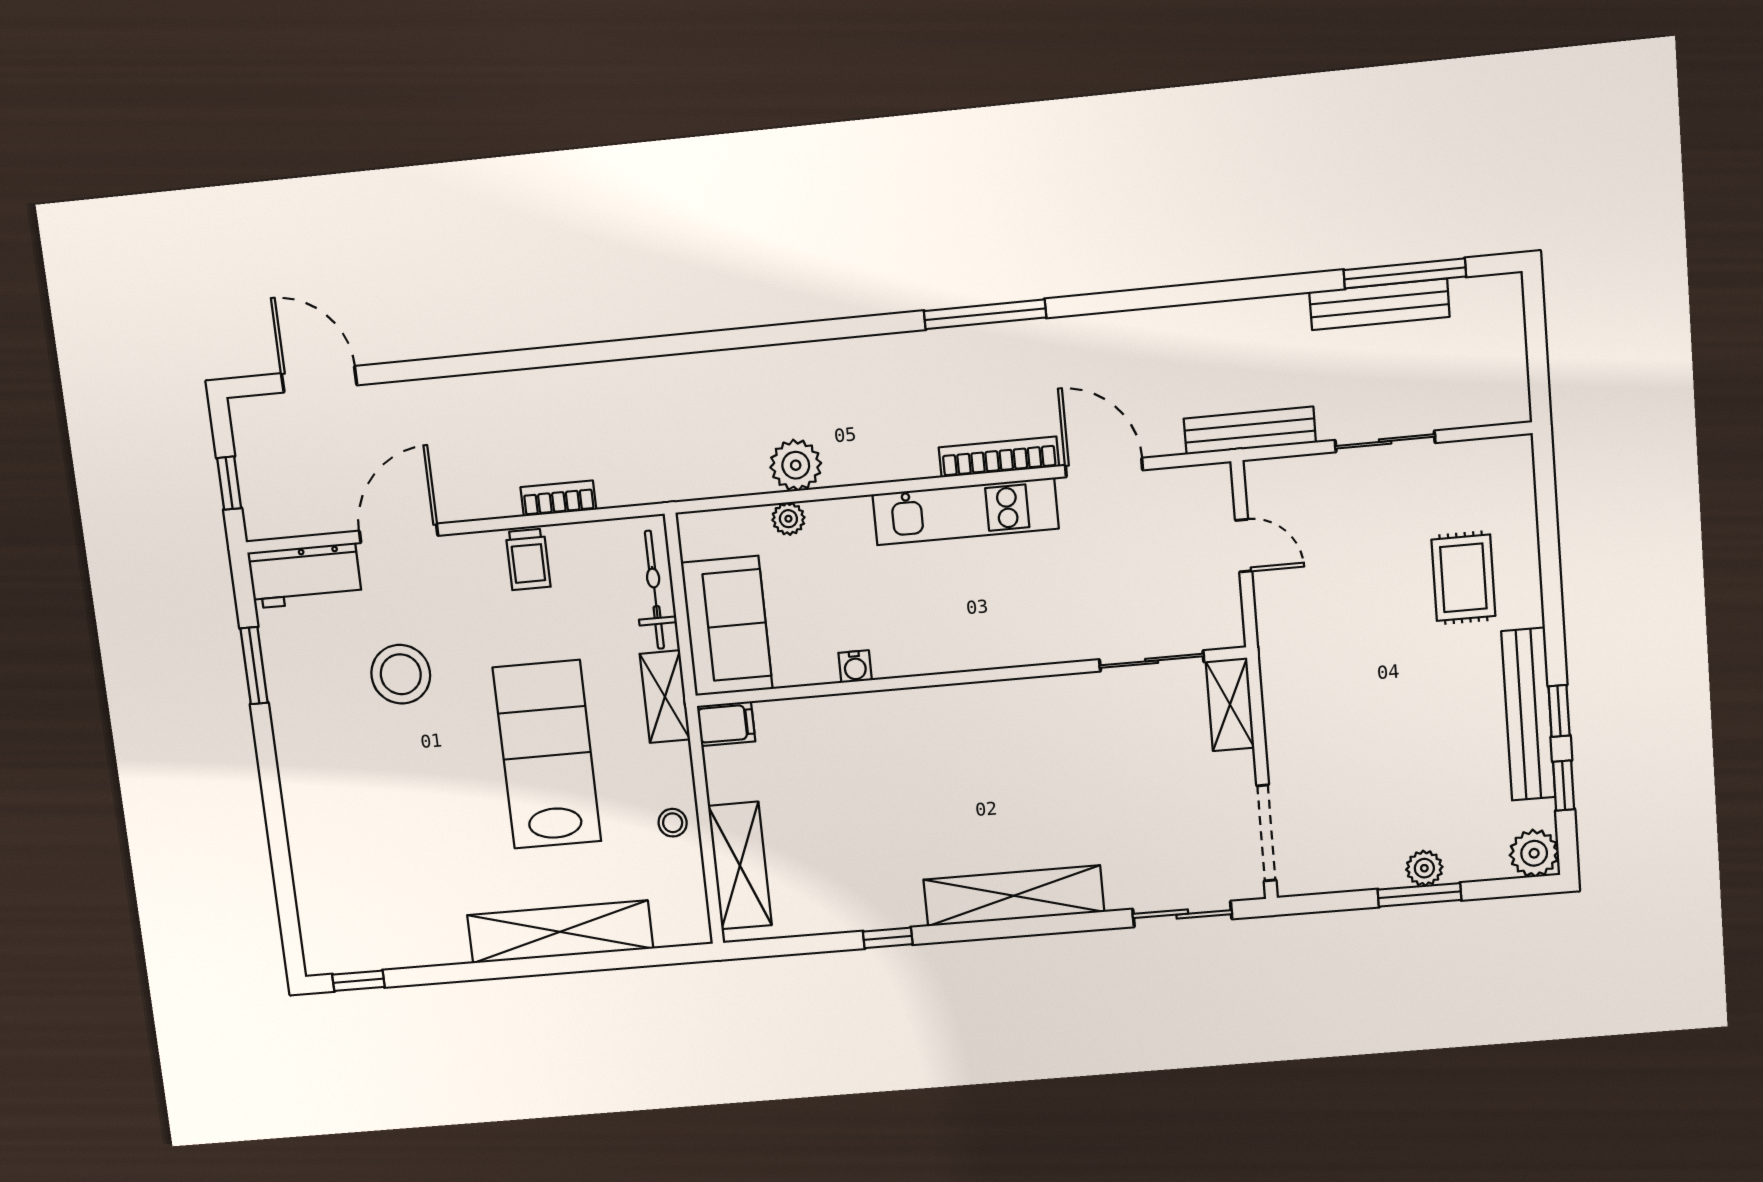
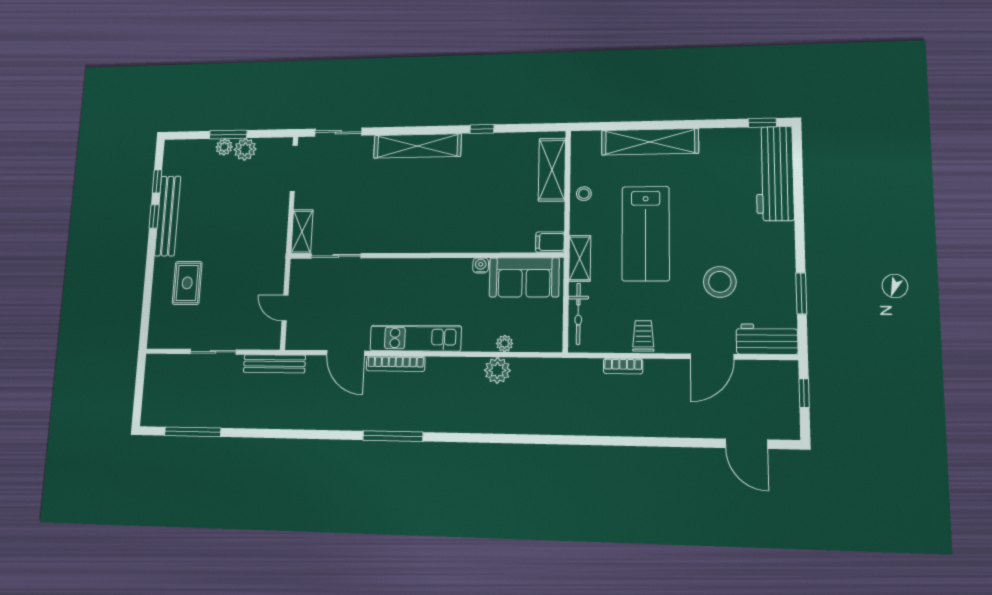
bench: (1379, 304) -> (206, 418), removed
sofa: (727, 626) -> (524, 277), moved, turned -90
plant: (1534, 853) -> (245, 149), moved
workbench: (326, 886) -> (775, 173), added

